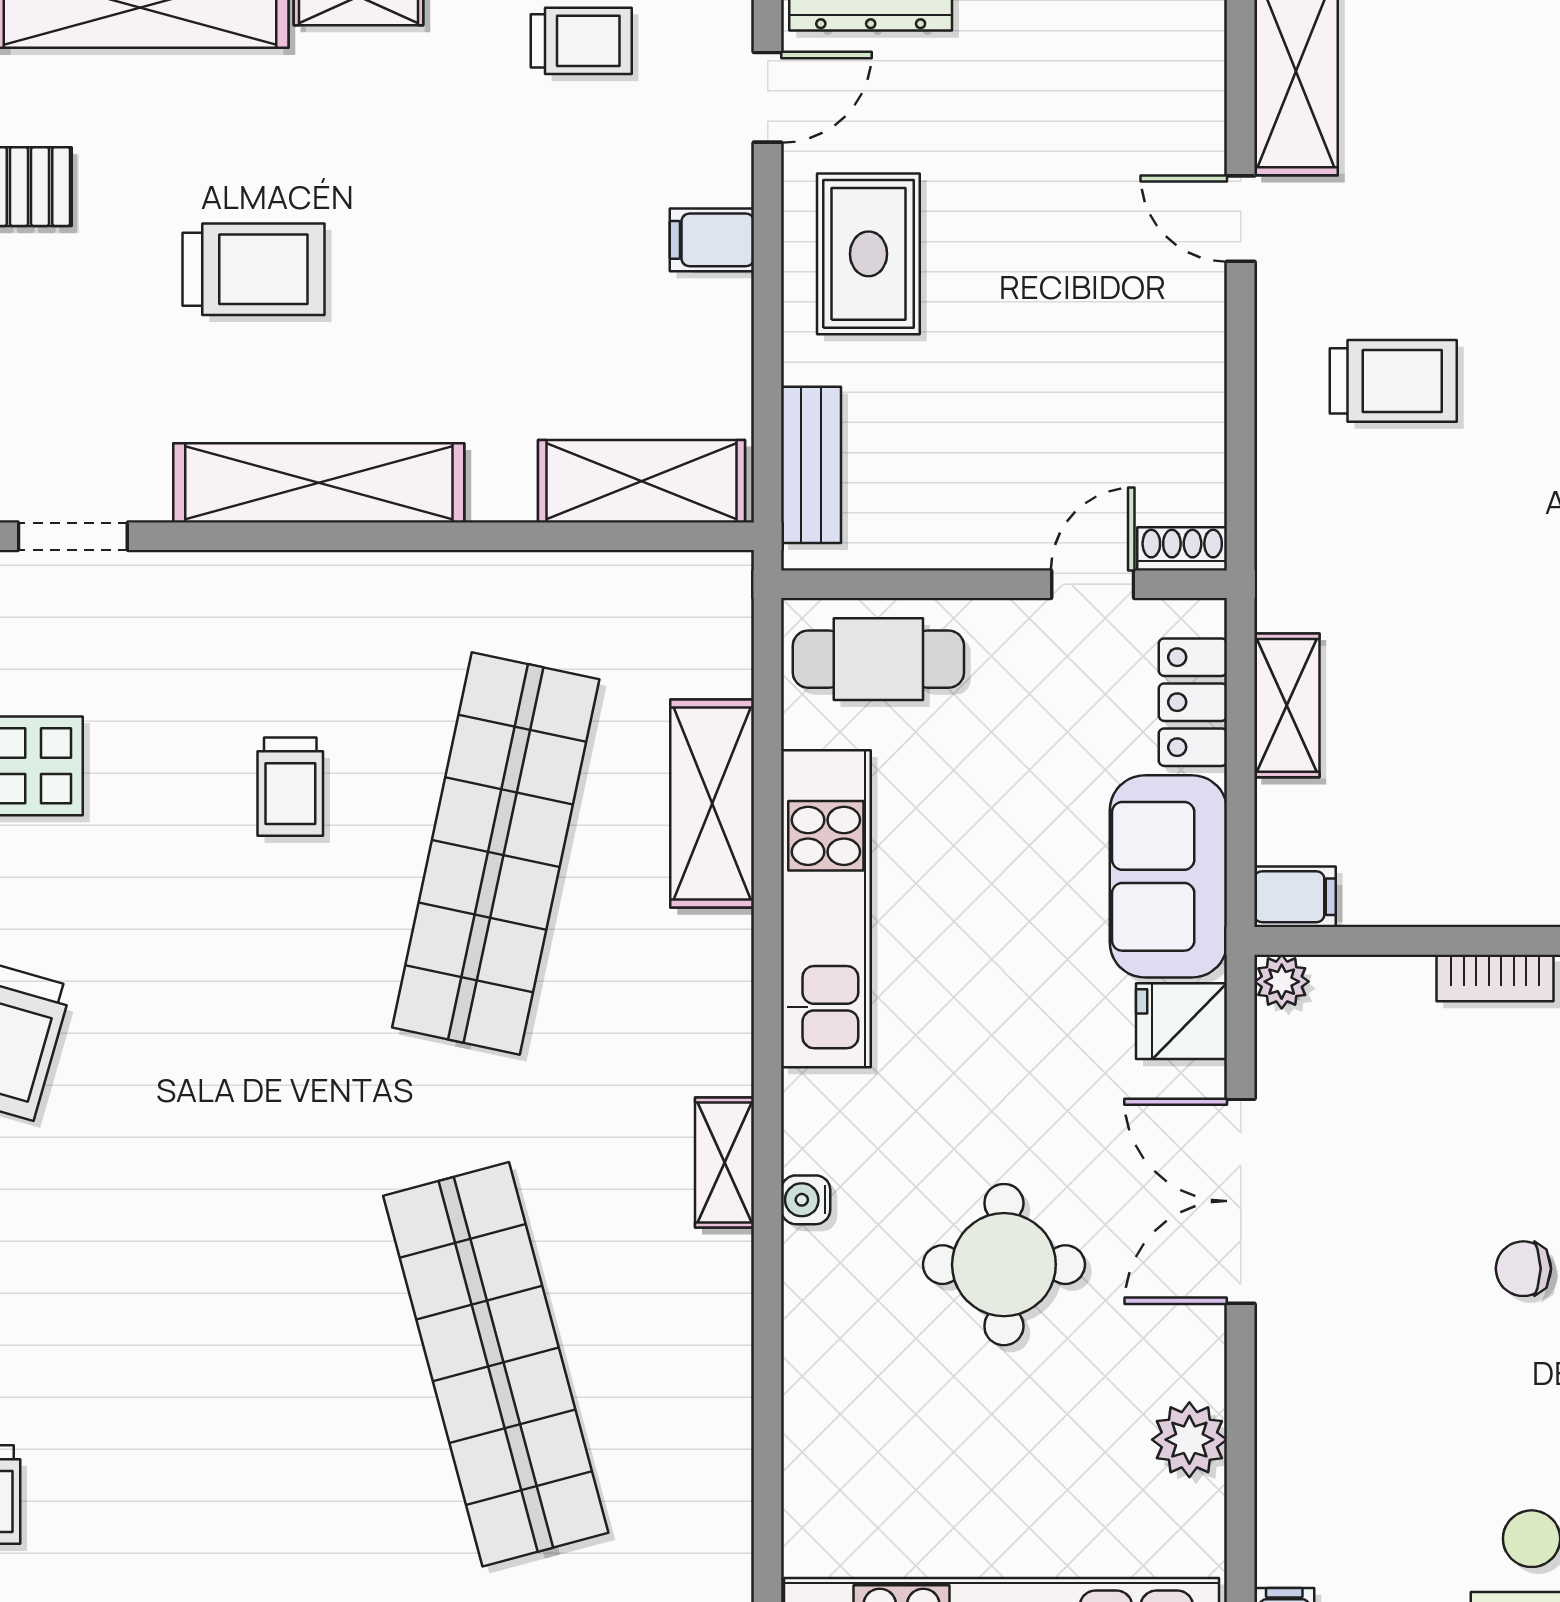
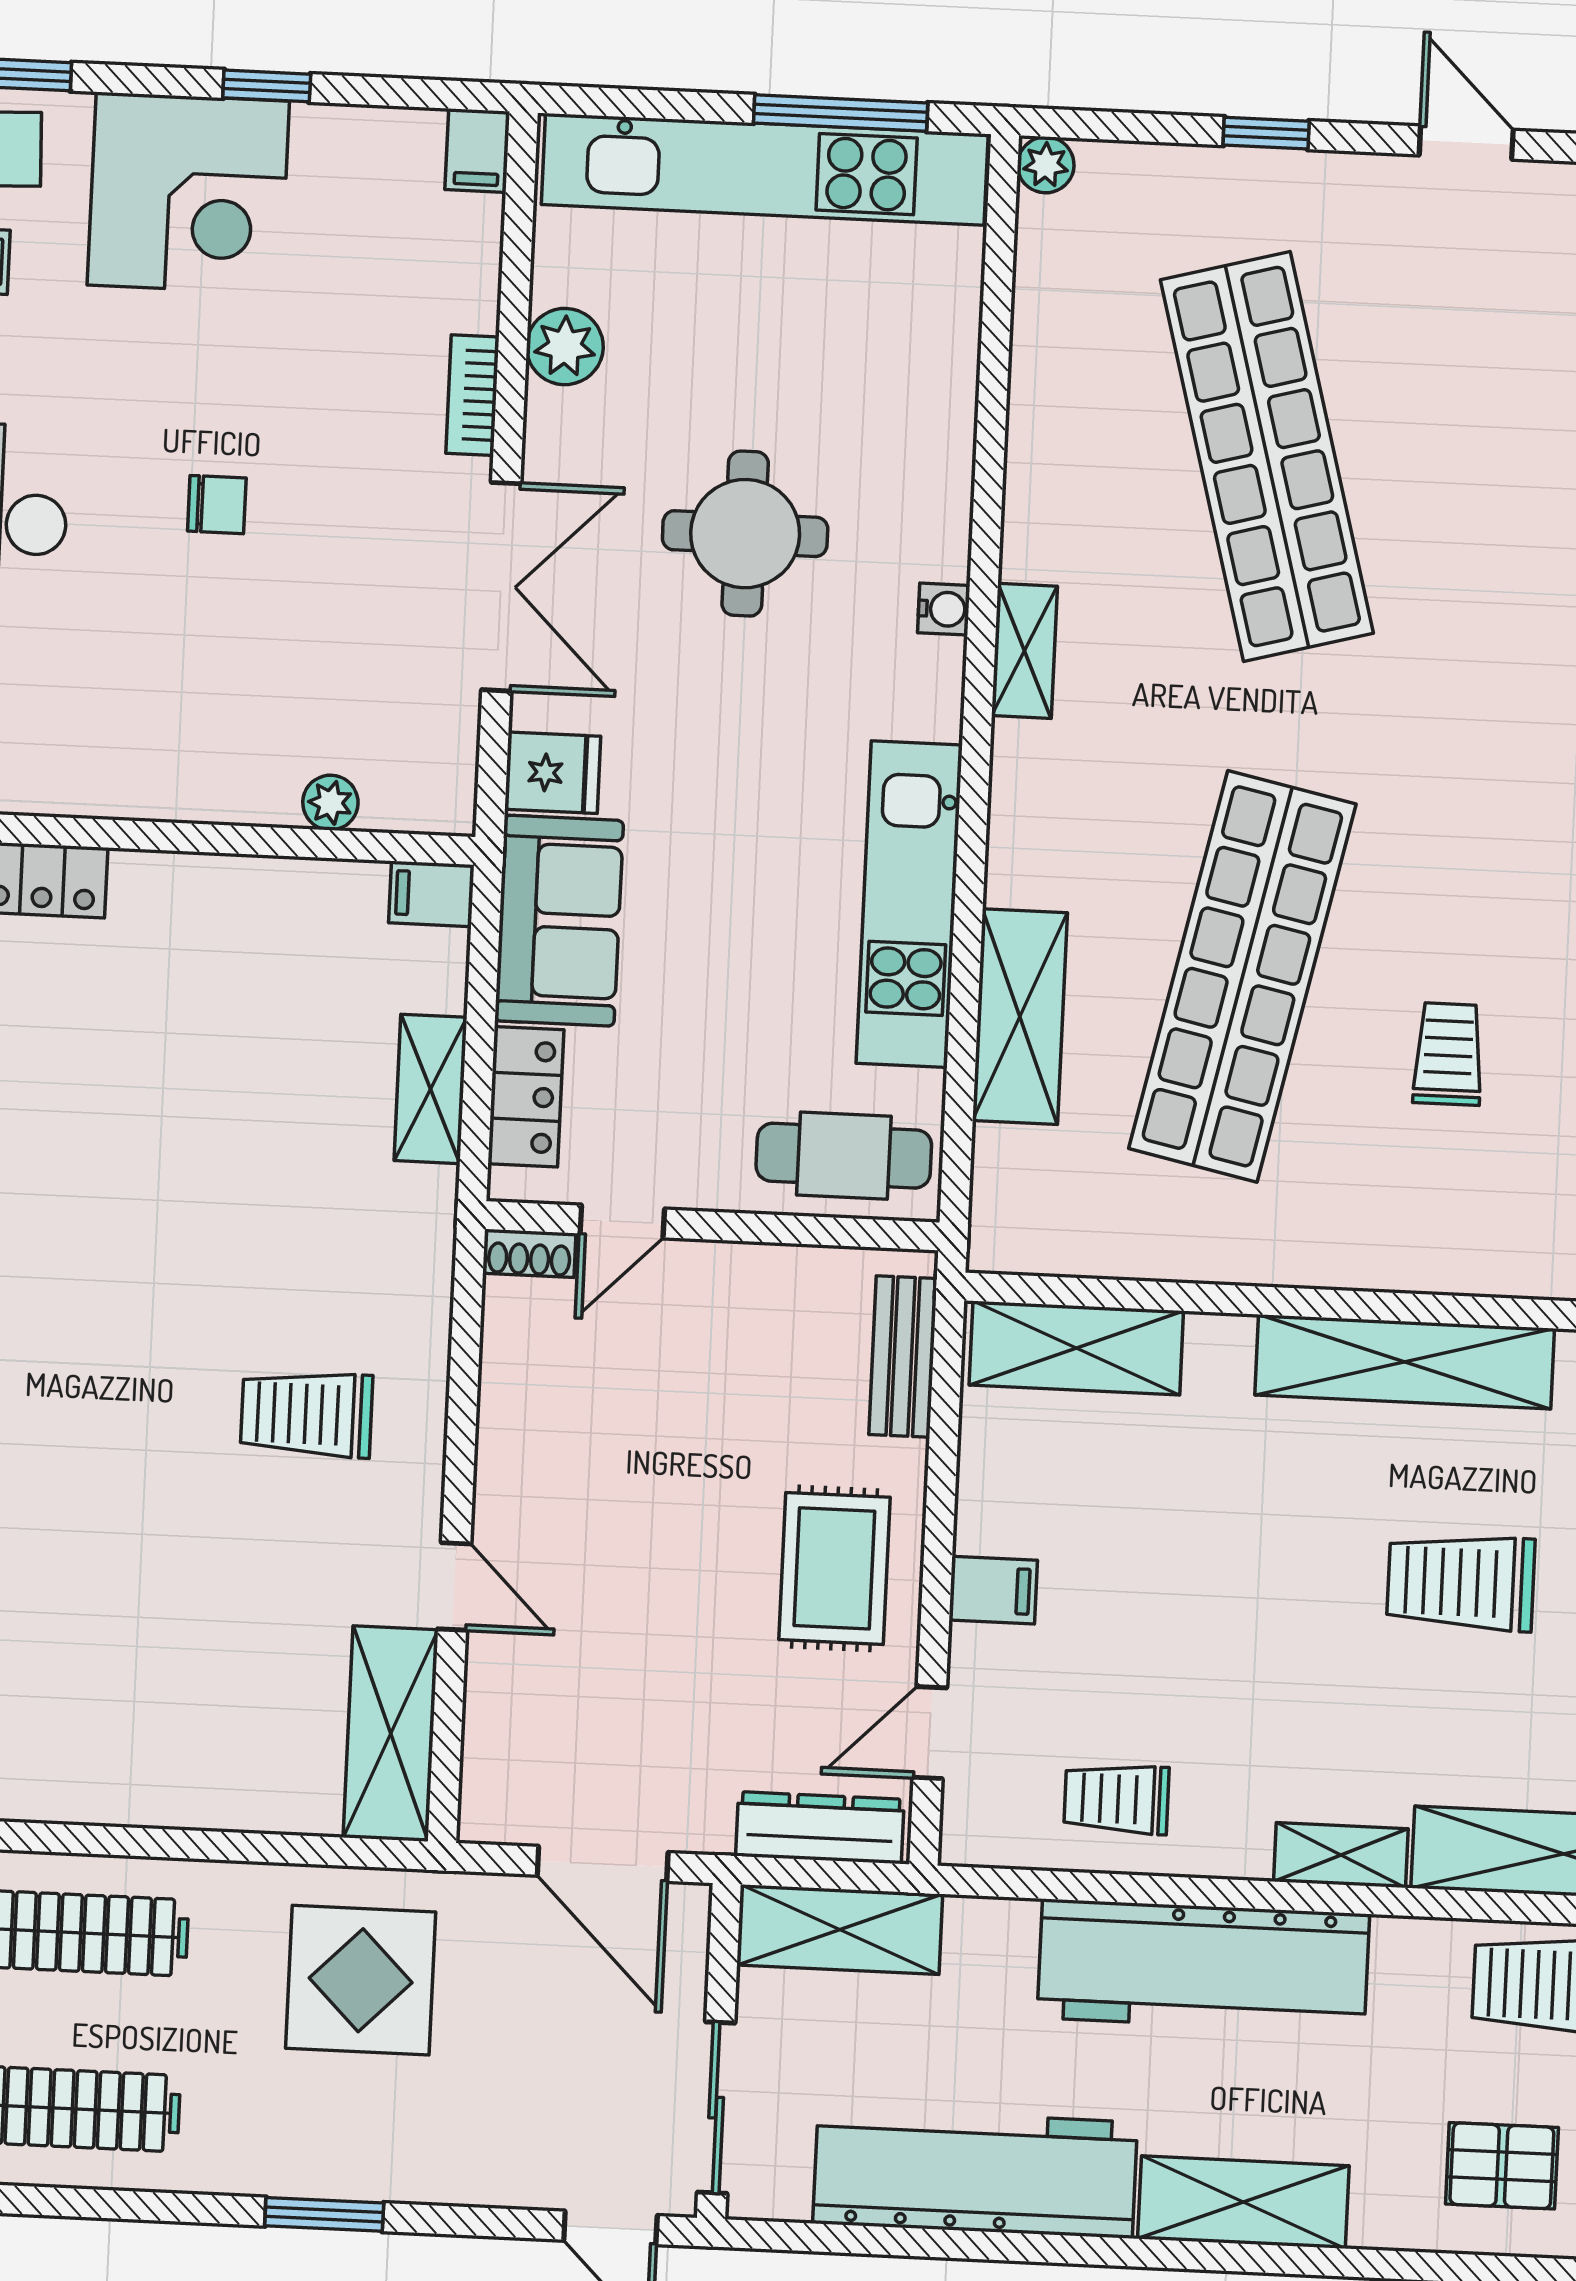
bookcase: (1495, 978) -> (472, 395), moved, turned -90
plant: (1282, 982) -> (330, 803), moved

